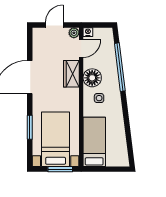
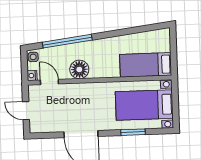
plant: (74, 33) -> (33, 90), removed
wardrobe: (71, 74) -> (76, 91), removed
side table: (99, 98) -> (33, 57), moved
window: (60, 169) -> (175, 99), removed

